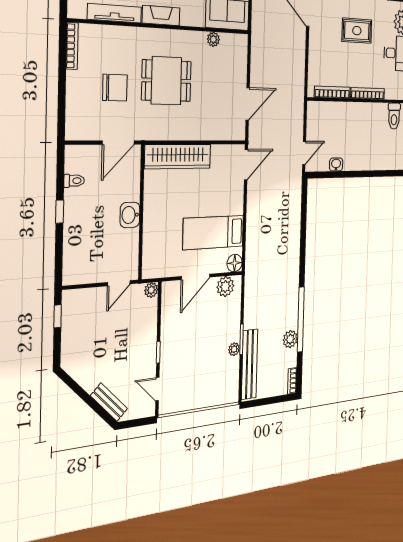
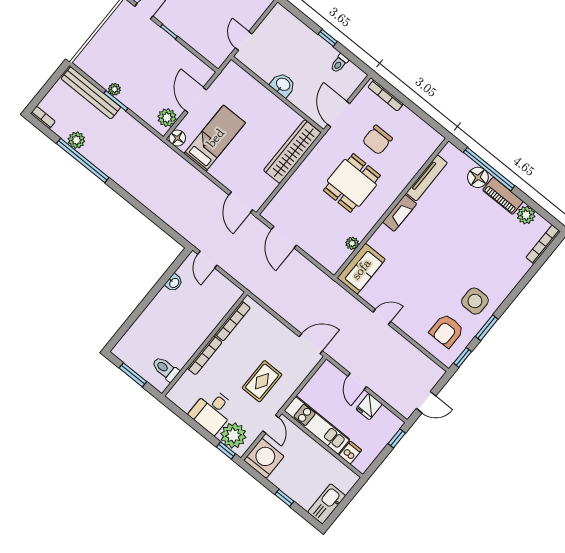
bookcase: (72, 46) -> (386, 96), moved
plant: (151, 290) -> (217, 60), removed

